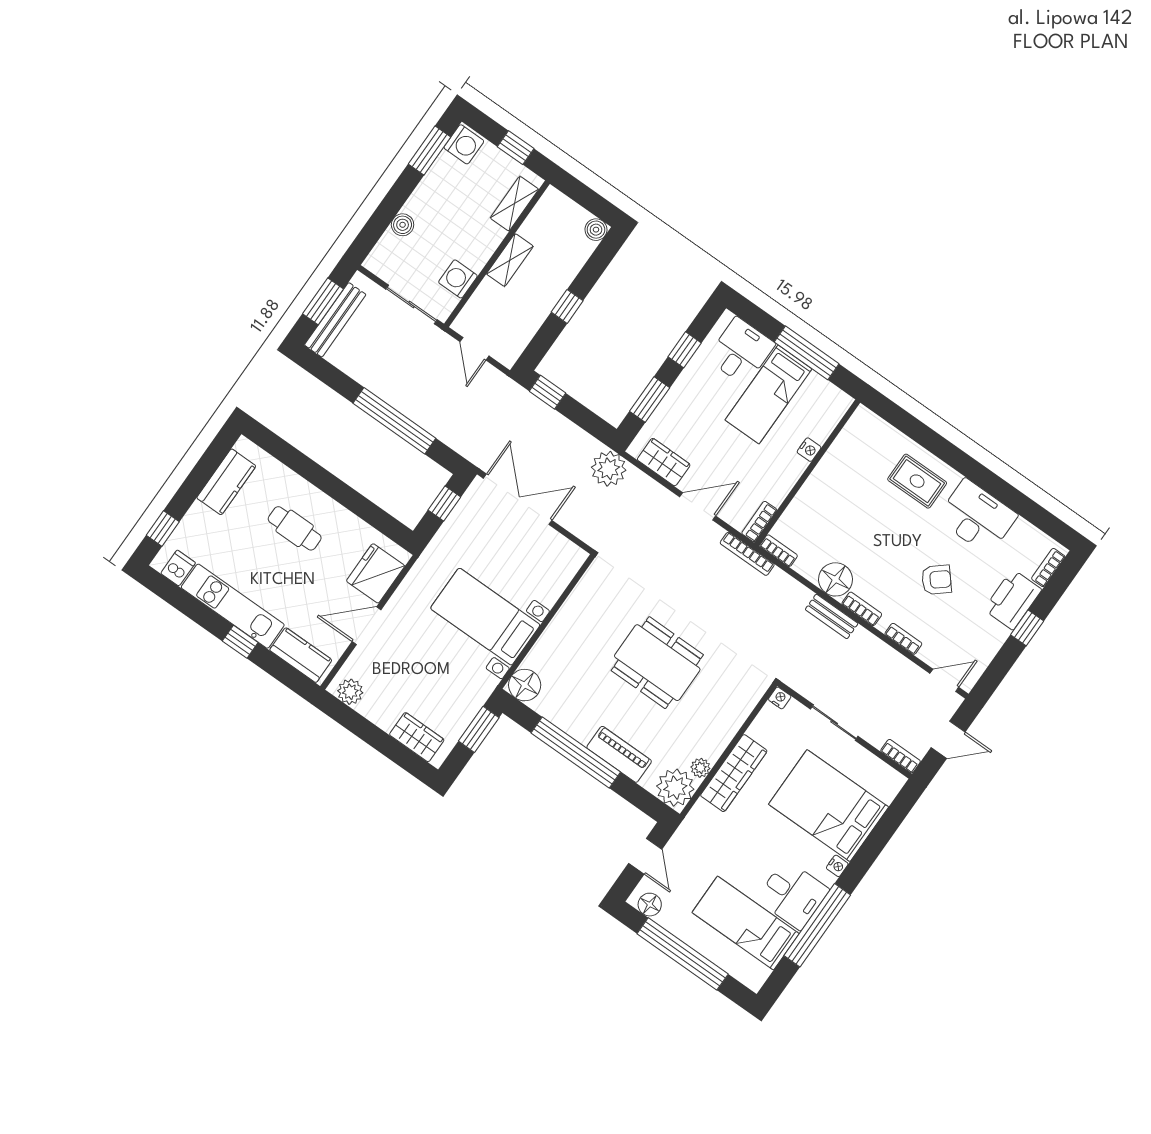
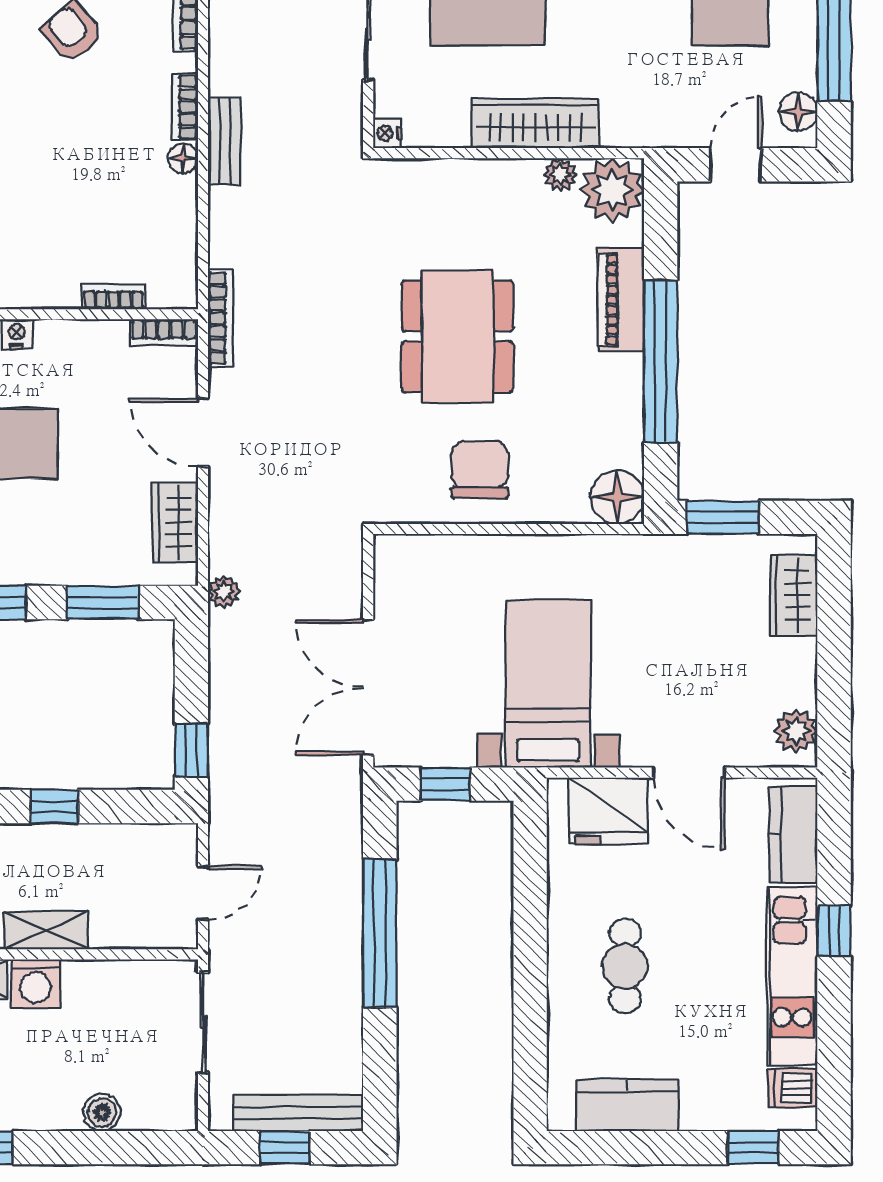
washing machine: (458, 279) -> (35, 984), moved
window: (323, 301) -> (285, 1148), width x0.67
plant: (609, 469) -> (224, 592), width x0.53, depth x0.53
bookcase: (779, 551) -> (114, 297), moved, turned 90
floor lamp: (836, 579) -> (183, 158), width x0.53, depth x0.53
bed with nightstands: (485, 617) -> (548, 684), moved, turned 180
chair: (585, 628) -> (480, 470), added

